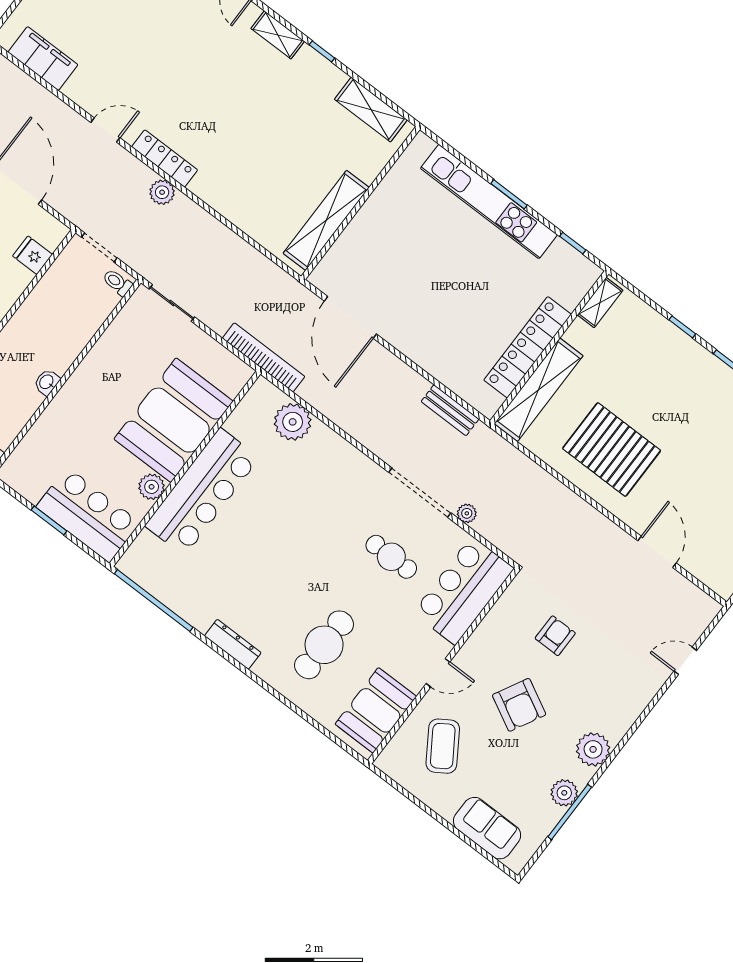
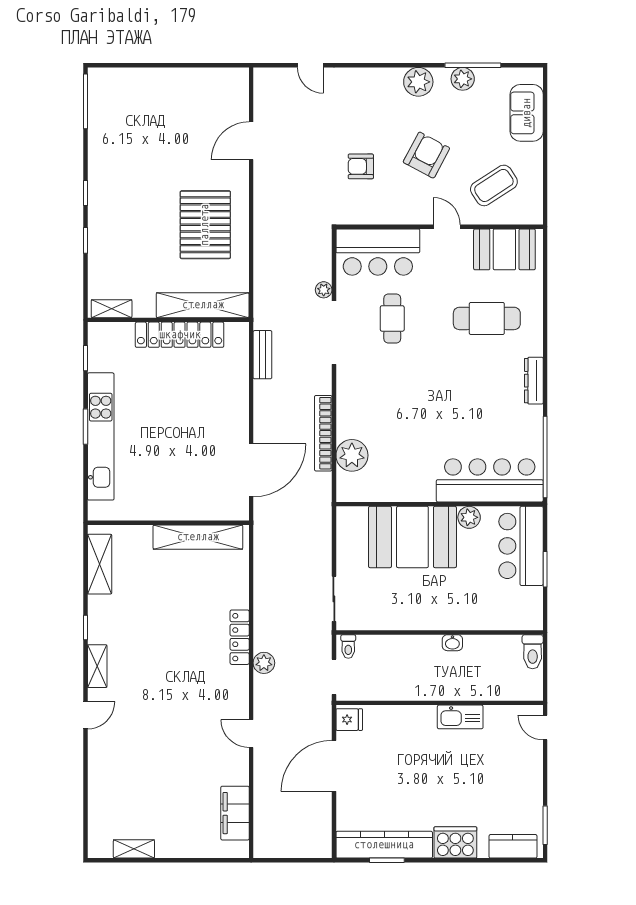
locker: (165, 158) -> (240, 637), moved
fridge: (32, 255) -> (349, 720), moved, turned -90
bookcase: (264, 357) -> (323, 433), moved
bar counter: (202, 492) -> (490, 480), moved

